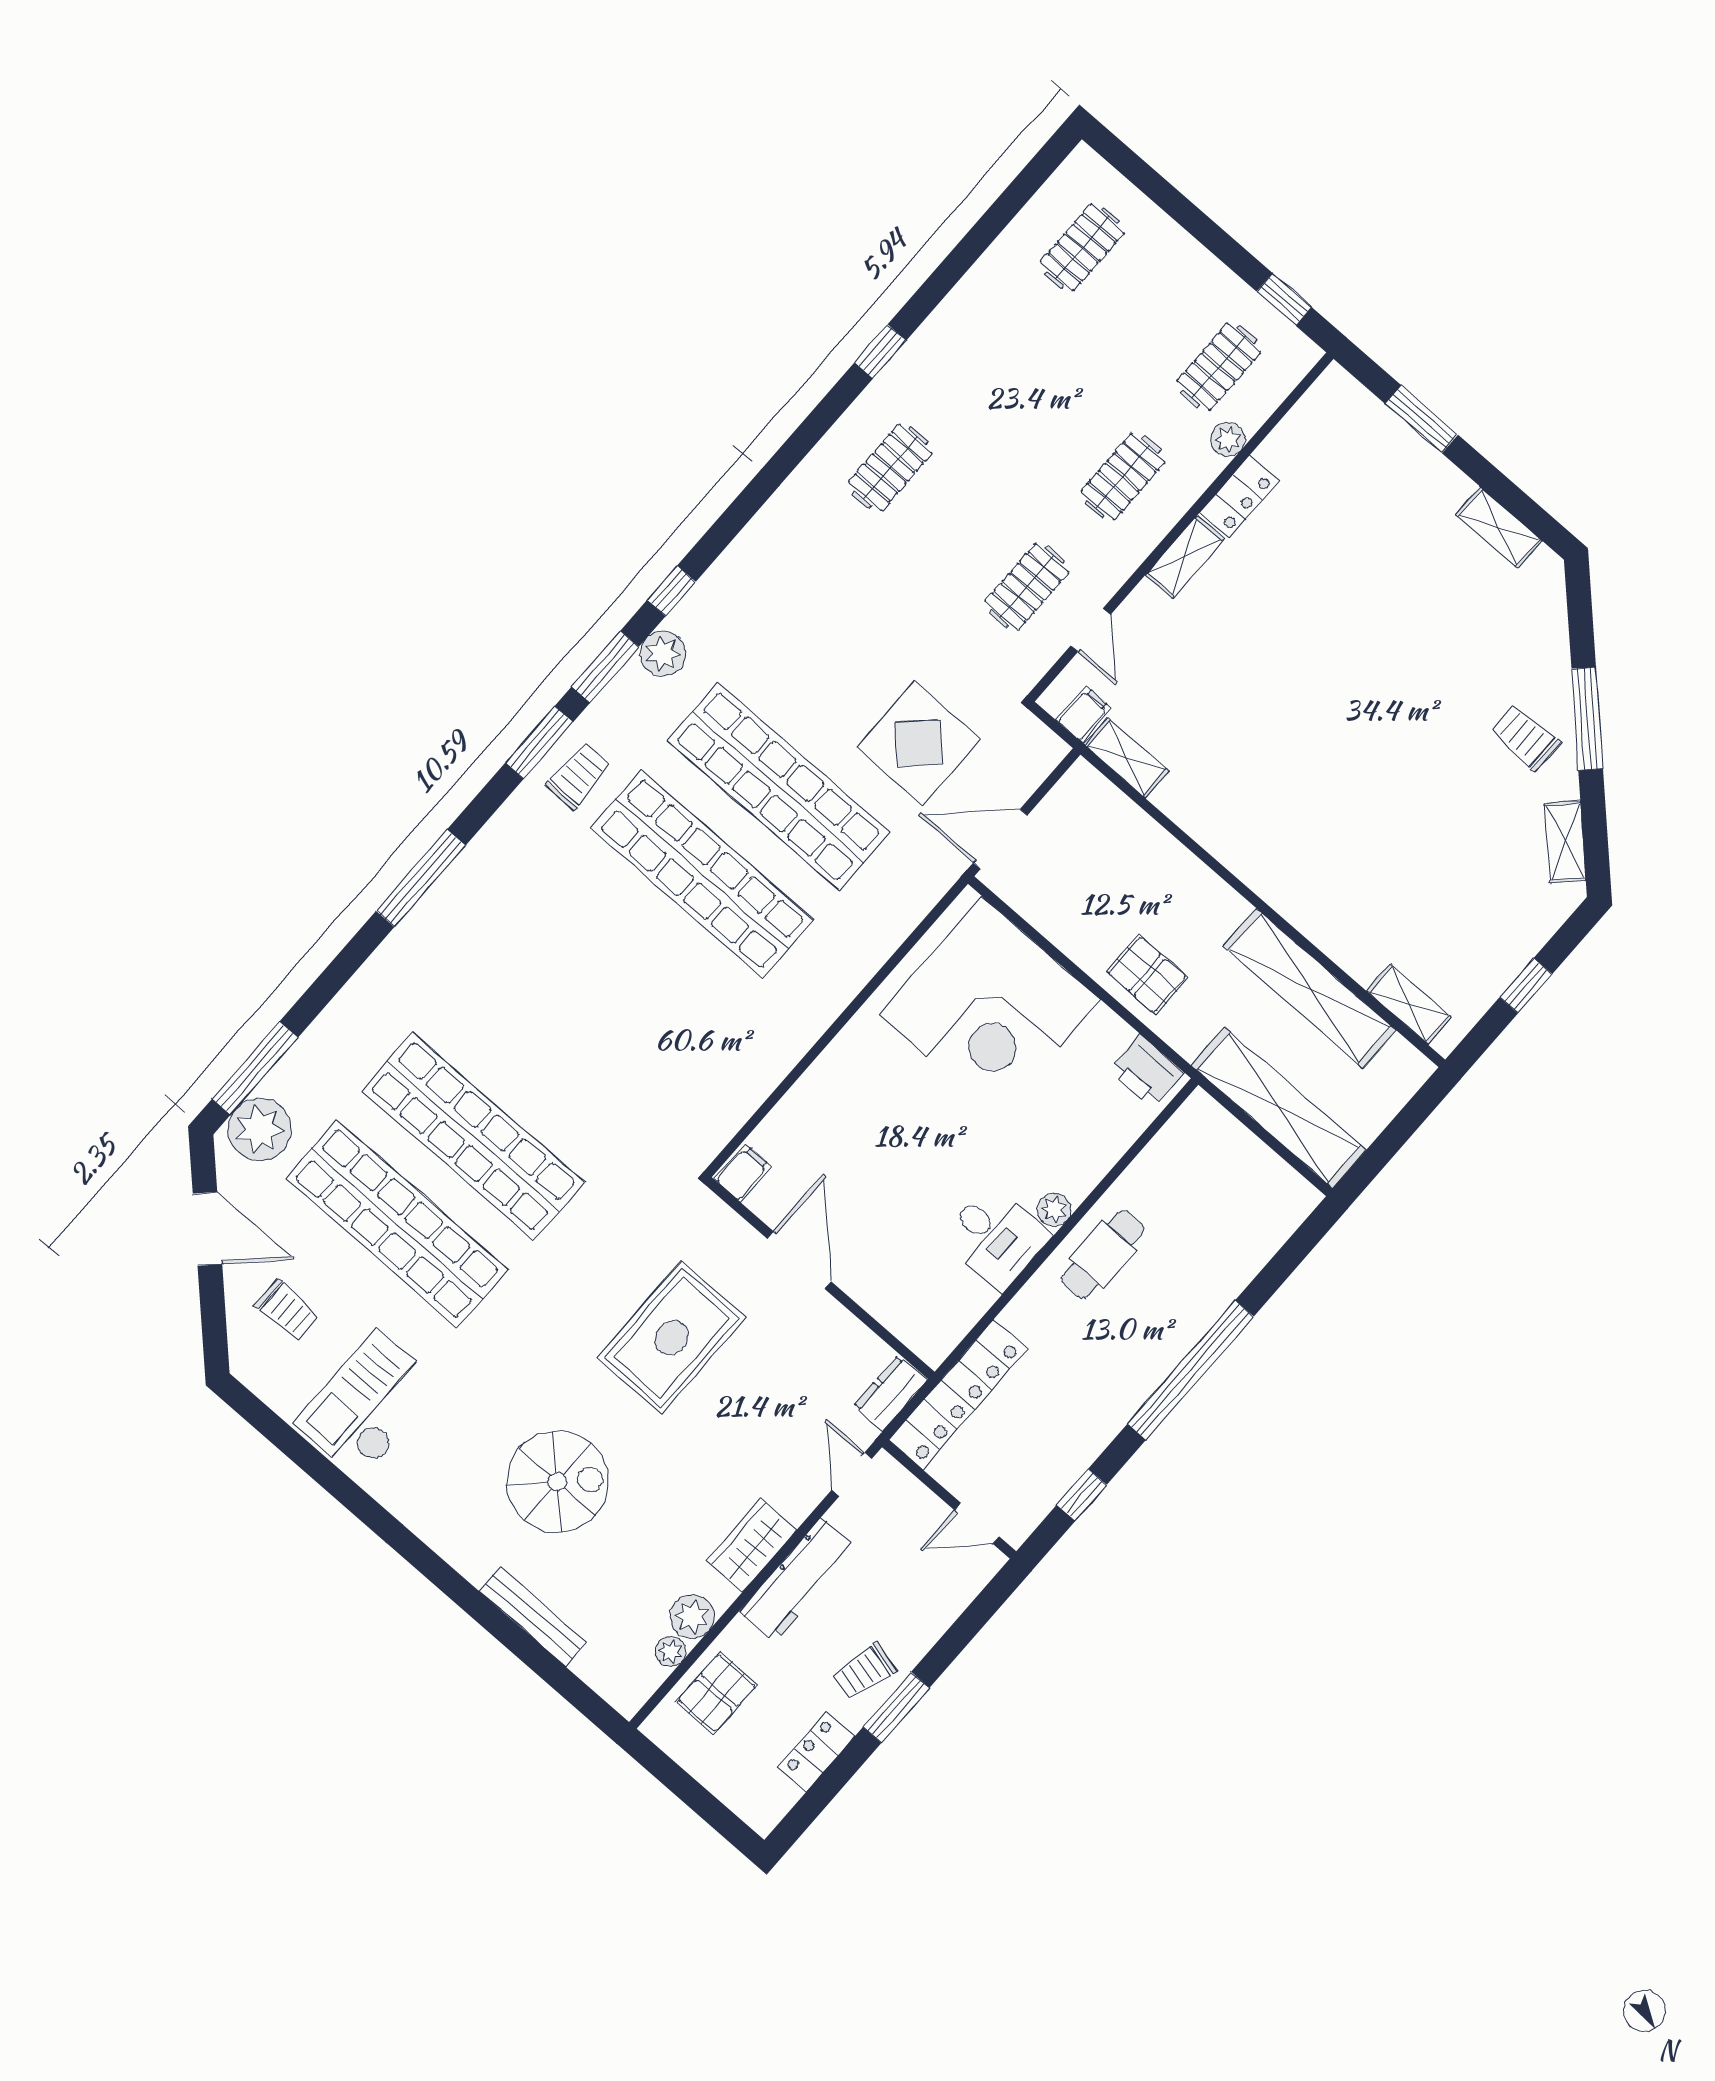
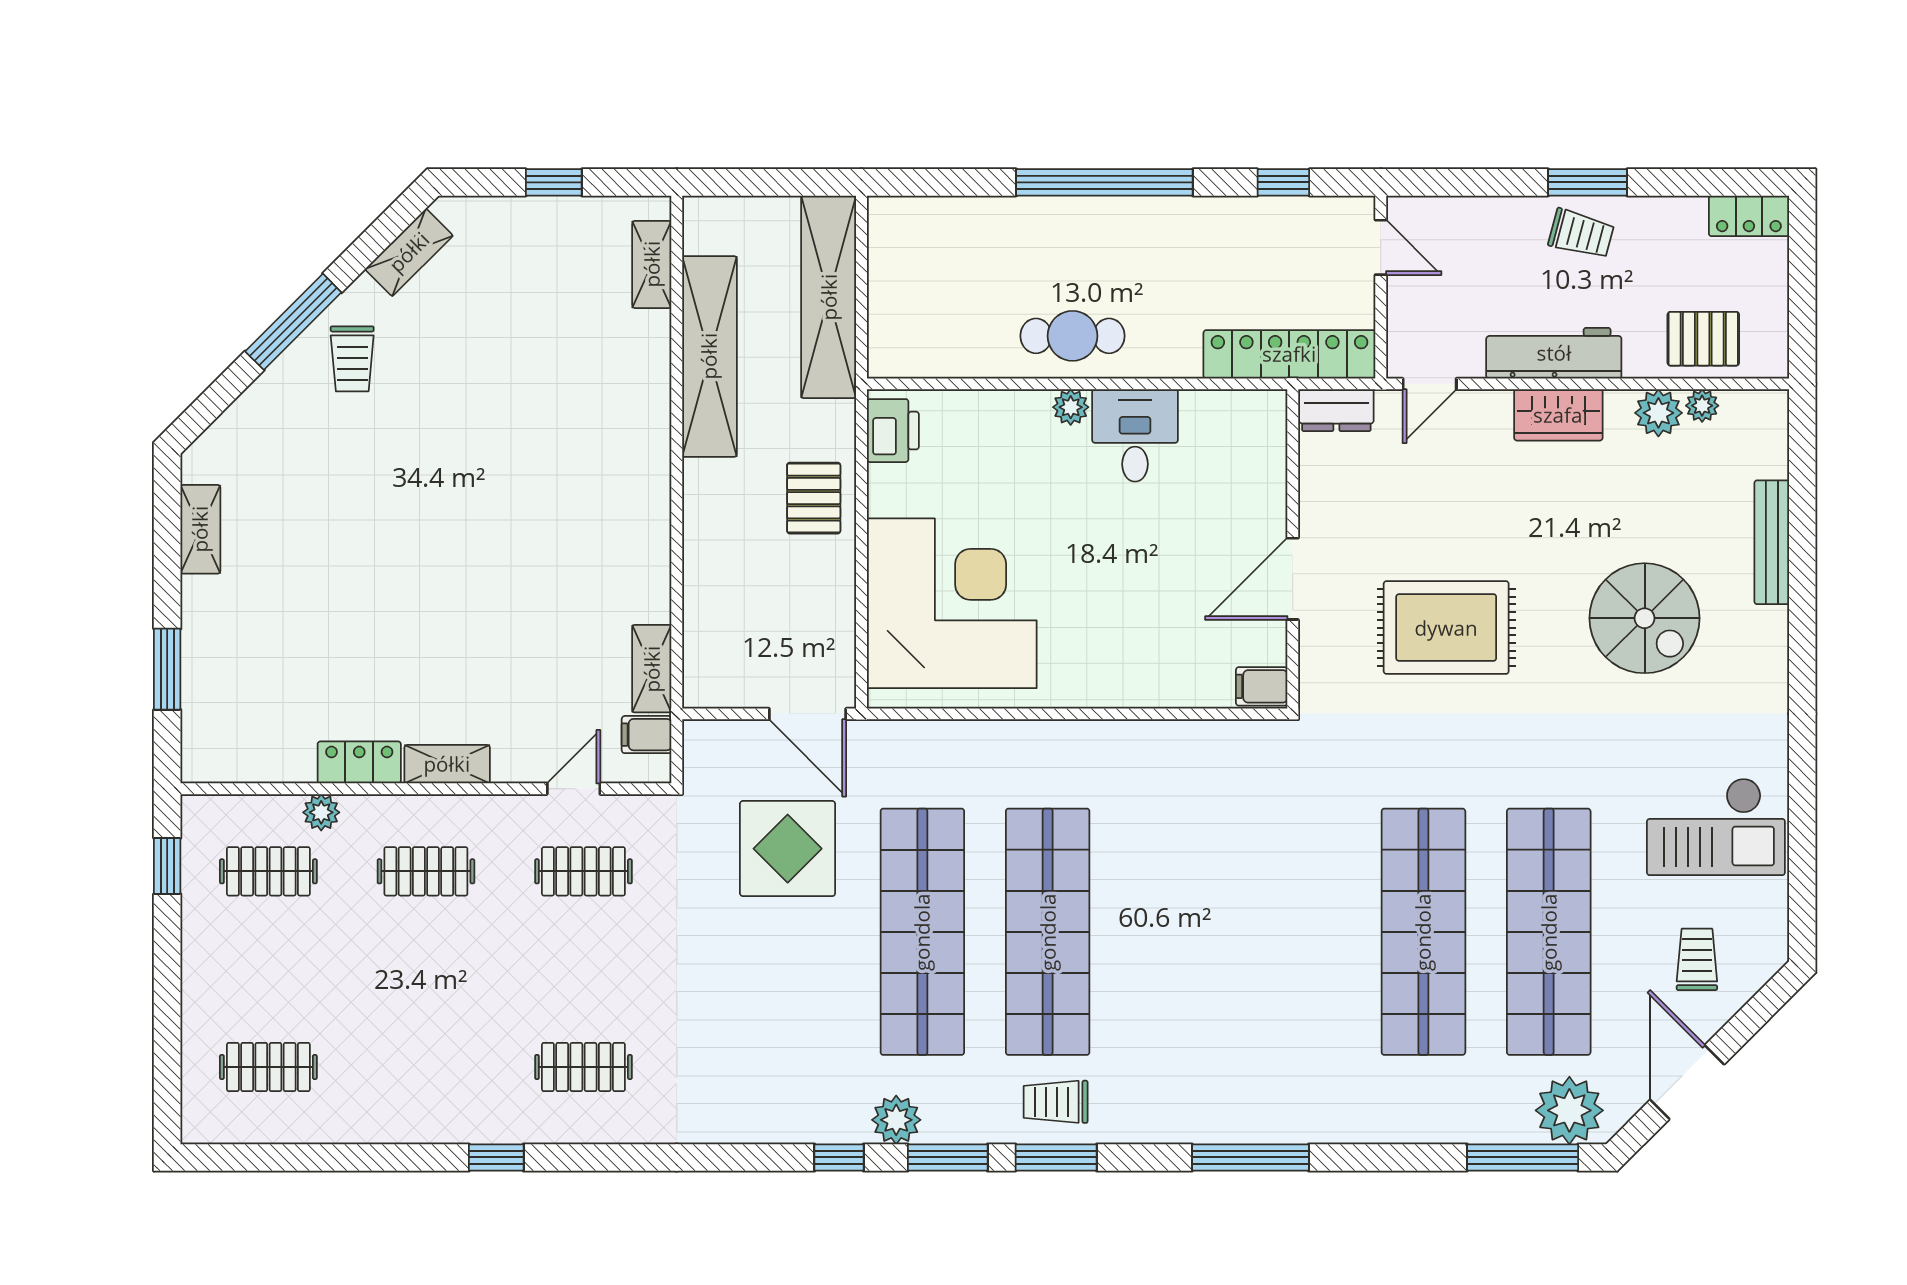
spiral stairs: (557, 1482) -> (1645, 618), turned 180
locker: (816, 1752) -> (1749, 216), moved

